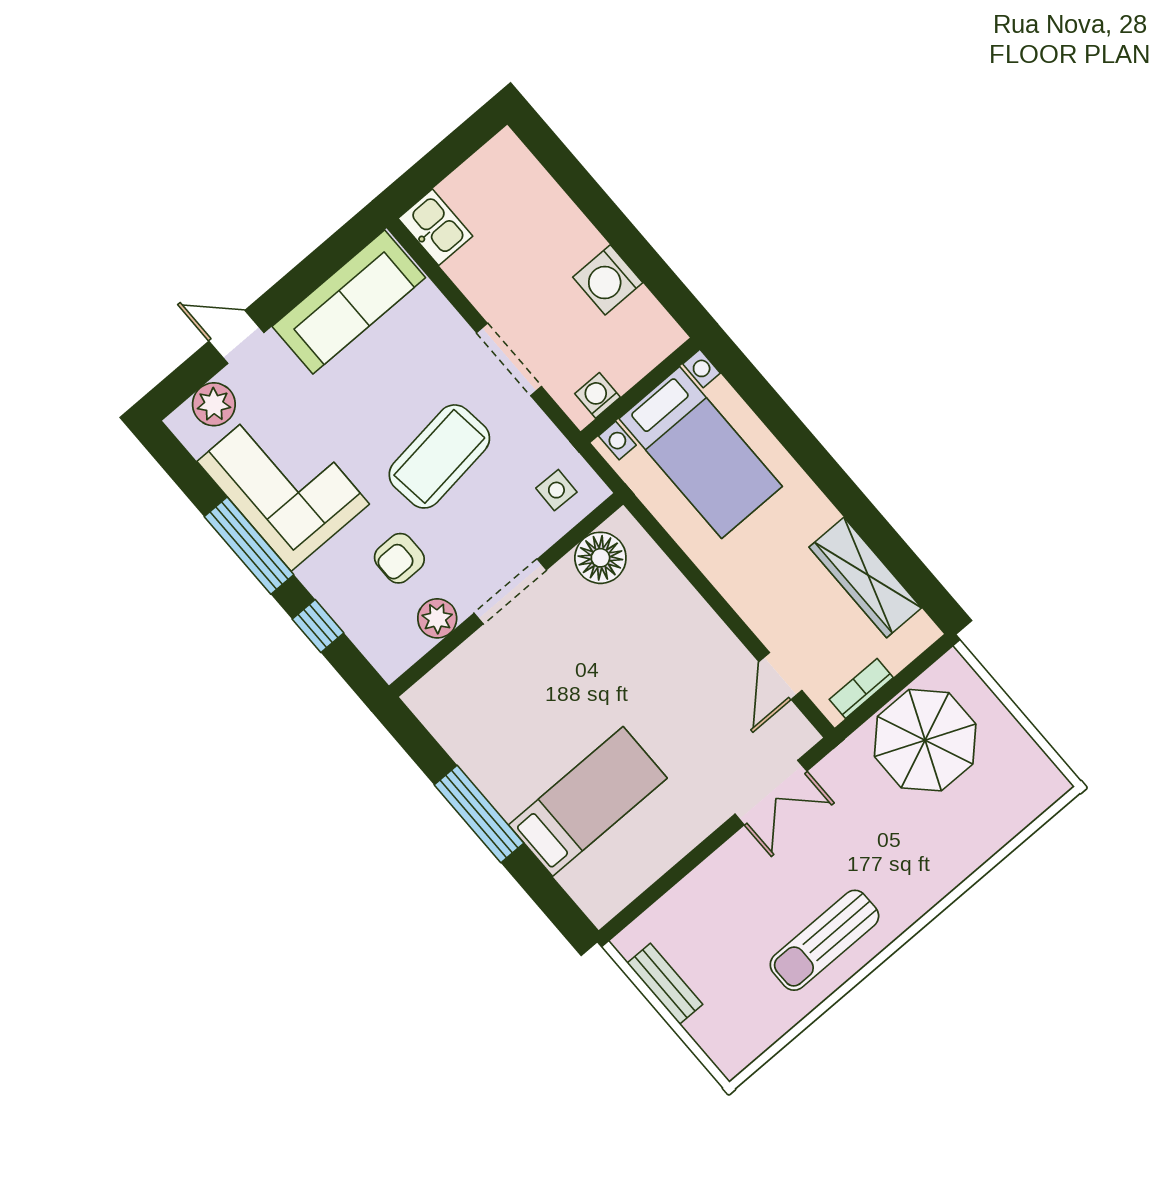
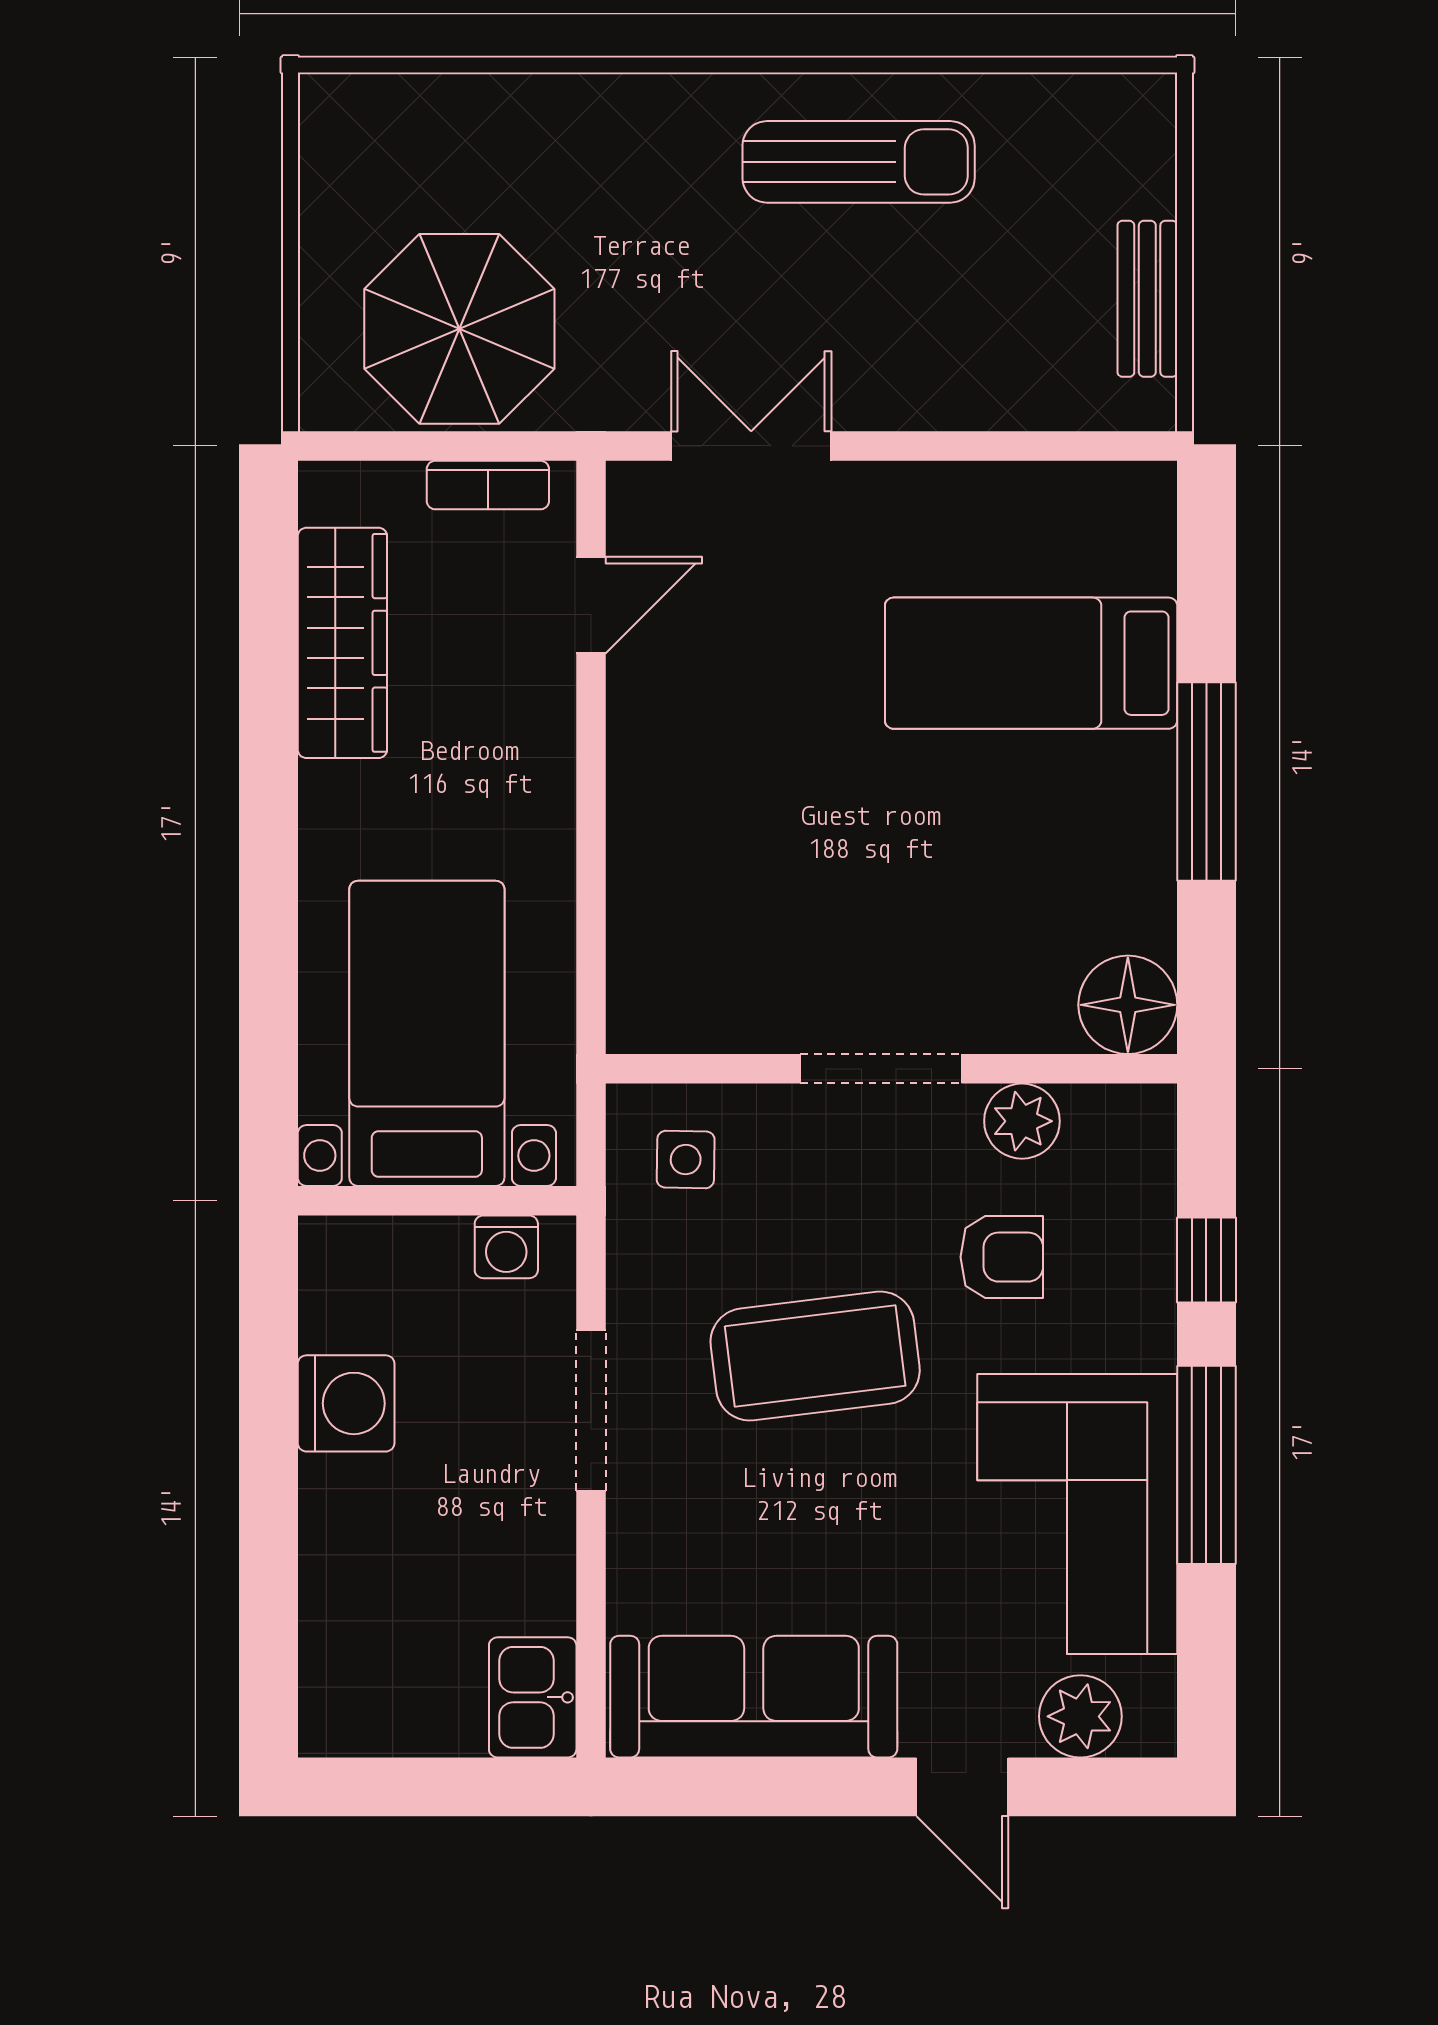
floor lamp: (600, 558) -> (1128, 1005), moved

